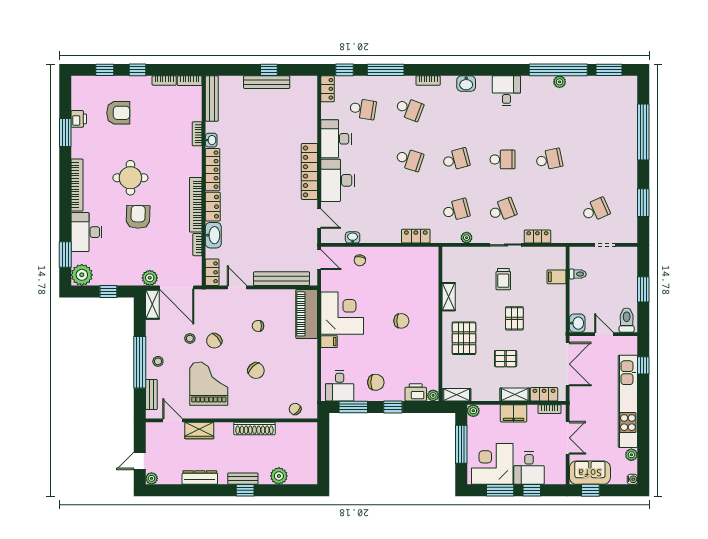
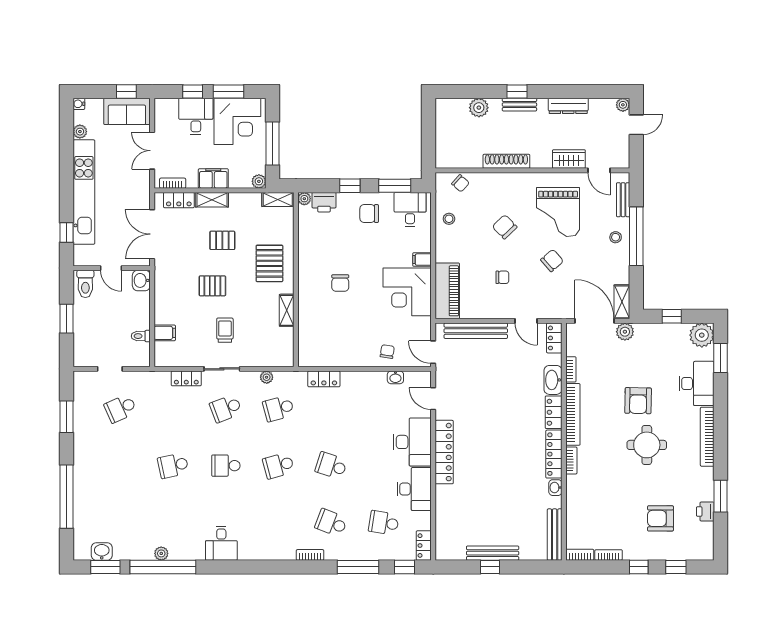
washbasin: (466, 84) -> (102, 551), moved
bookcase: (197, 134) -> (571, 461), moved
pallet: (514, 318) -> (212, 286), turned 90
chair: (401, 321) -> (340, 283), turned -90
stool: (190, 338) -> (449, 219), moved

